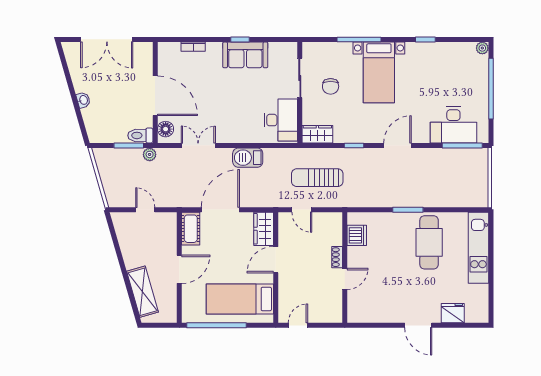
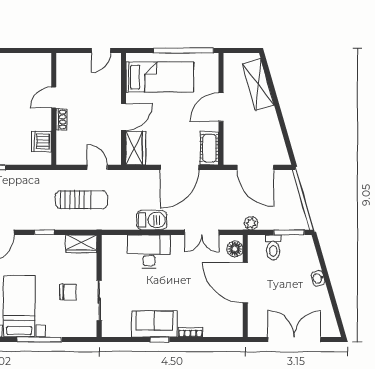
bookcase: (193, 47) -> (190, 332), moved
chair: (331, 86) -> (68, 292), turned 90
desk: (281, 120) -> (149, 252), moved, turned 90
toilet: (140, 135) -> (273, 247), moved, turned 90
window: (129, 145) -> (289, 232), moved
door: (145, 210) -> (255, 167), width x1.88

